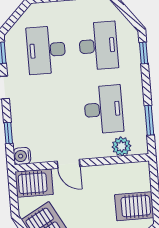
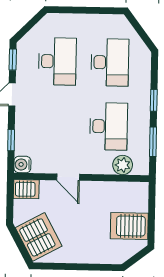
desk: (46, 50) -> (57, 61), turned 180
window: (144, 53) -> (154, 100), moved
server rack: (34, 183) -> (26, 189), width x0.73, depth x0.70

